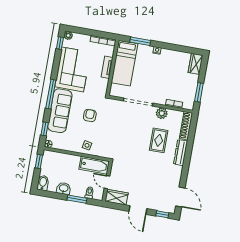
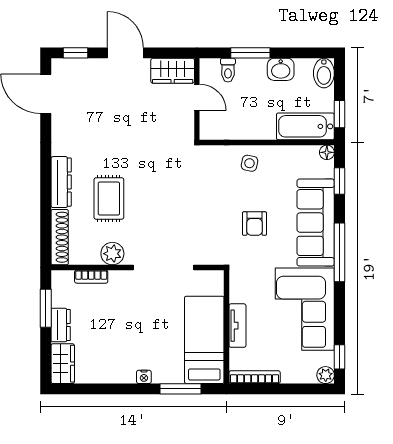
dresser: (193, 83) -> (61, 325), added
bathtub: (94, 165) -> (305, 126), moved

